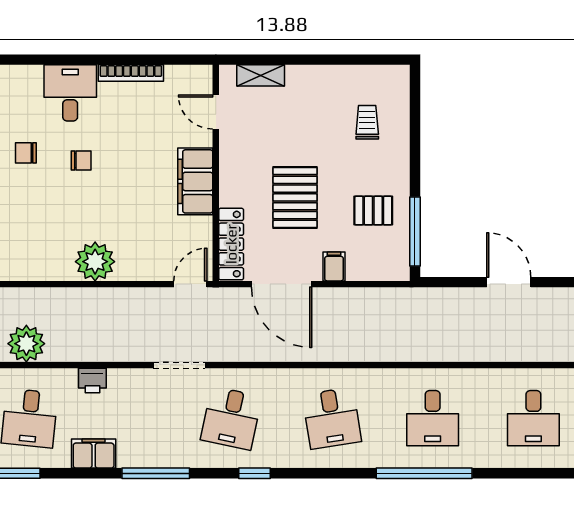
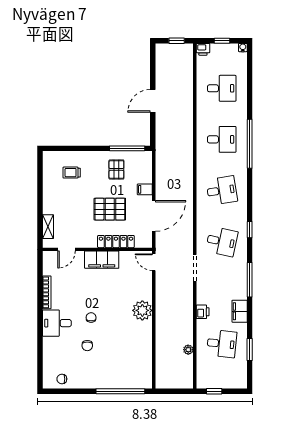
locker: (231, 244) -> (116, 242), moved
plant: (26, 344) -> (188, 350), width x0.53, depth x0.53

